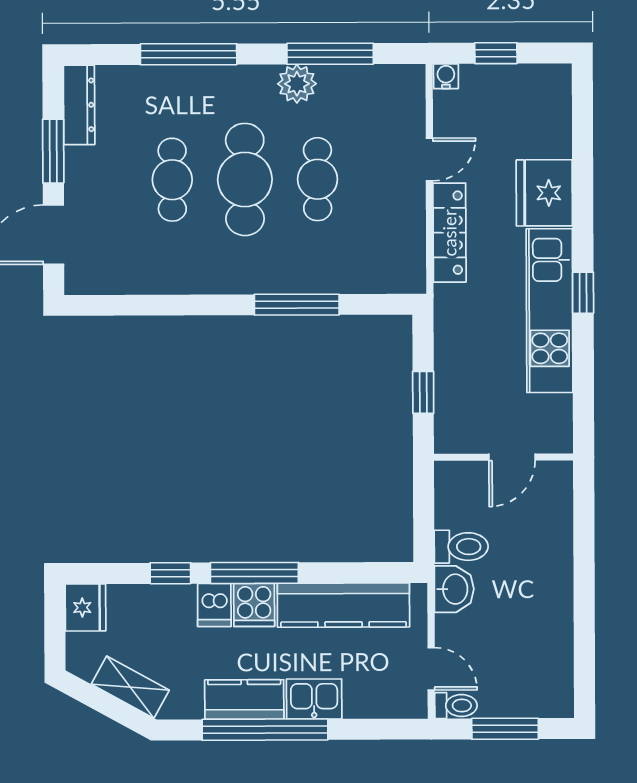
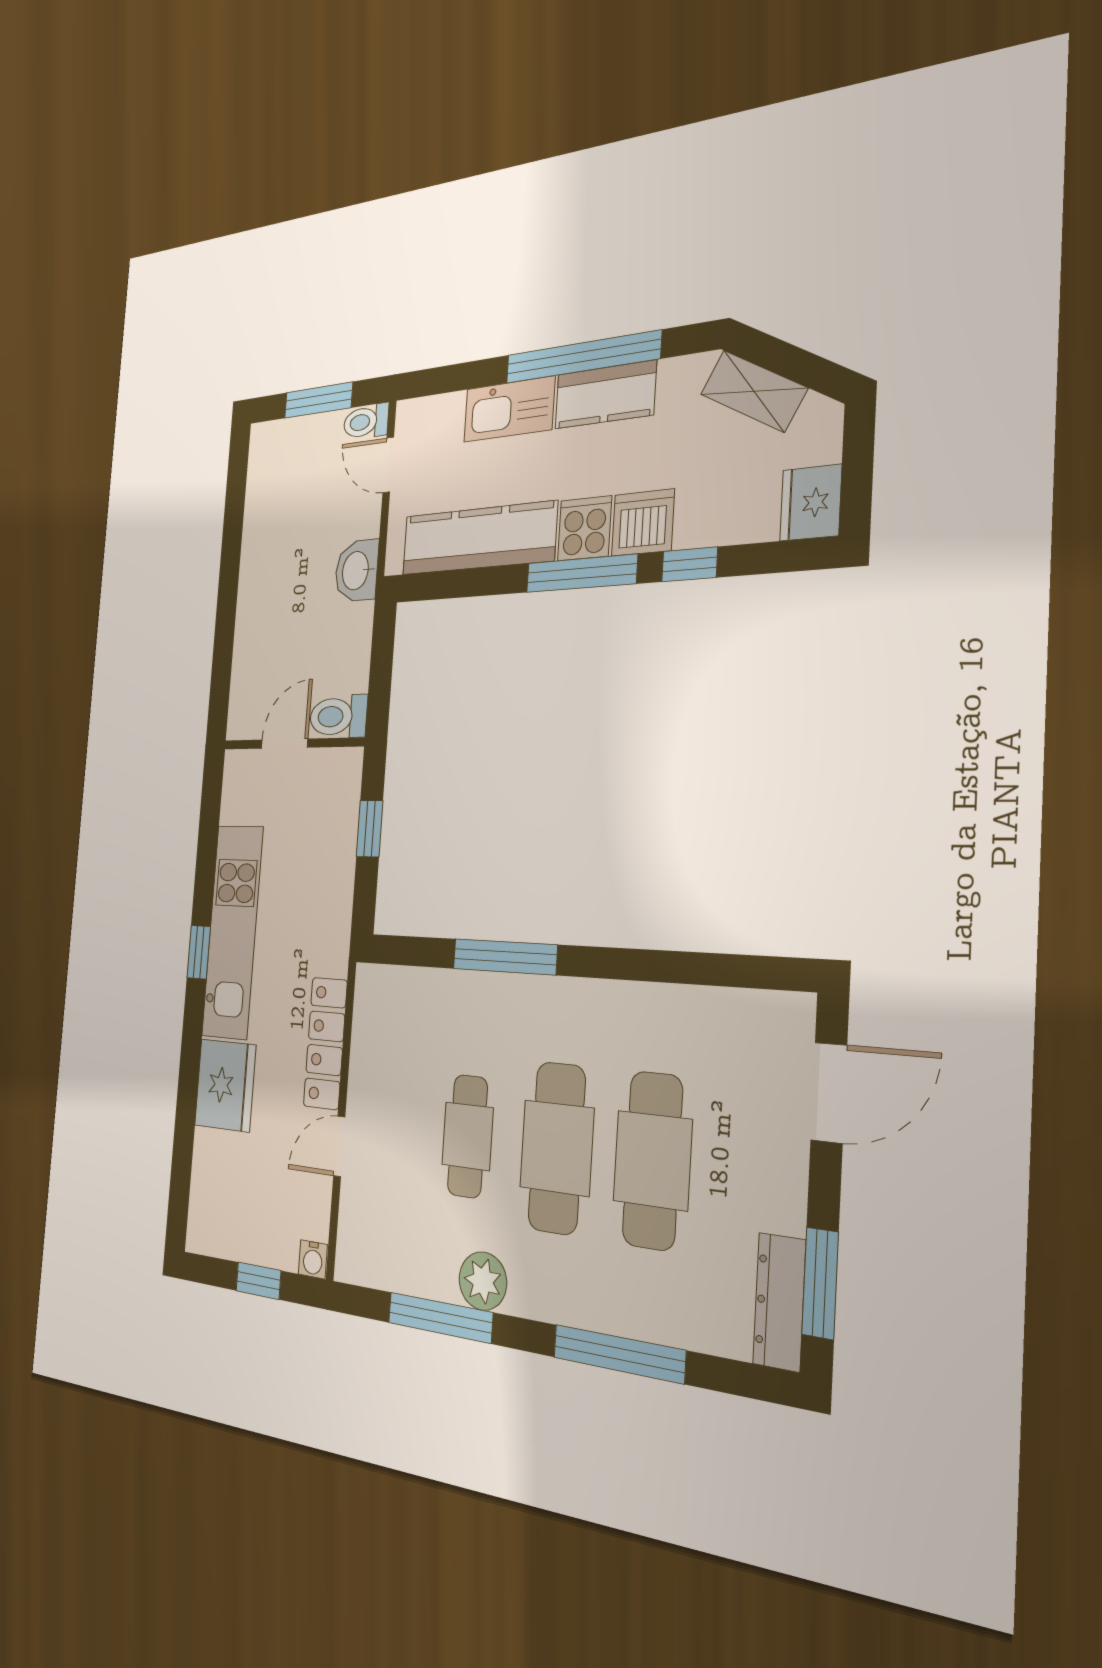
window: (53, 151) -> (820, 1283), moved
cafe table: (172, 180) -> (653, 1160), width x1.37, depth x1.35
toilet: (461, 547) -> (338, 716), moved
dishwasher: (214, 605) -> (643, 523), width x1.38
kitchen sink: (314, 699) -> (509, 409), width x1.38

